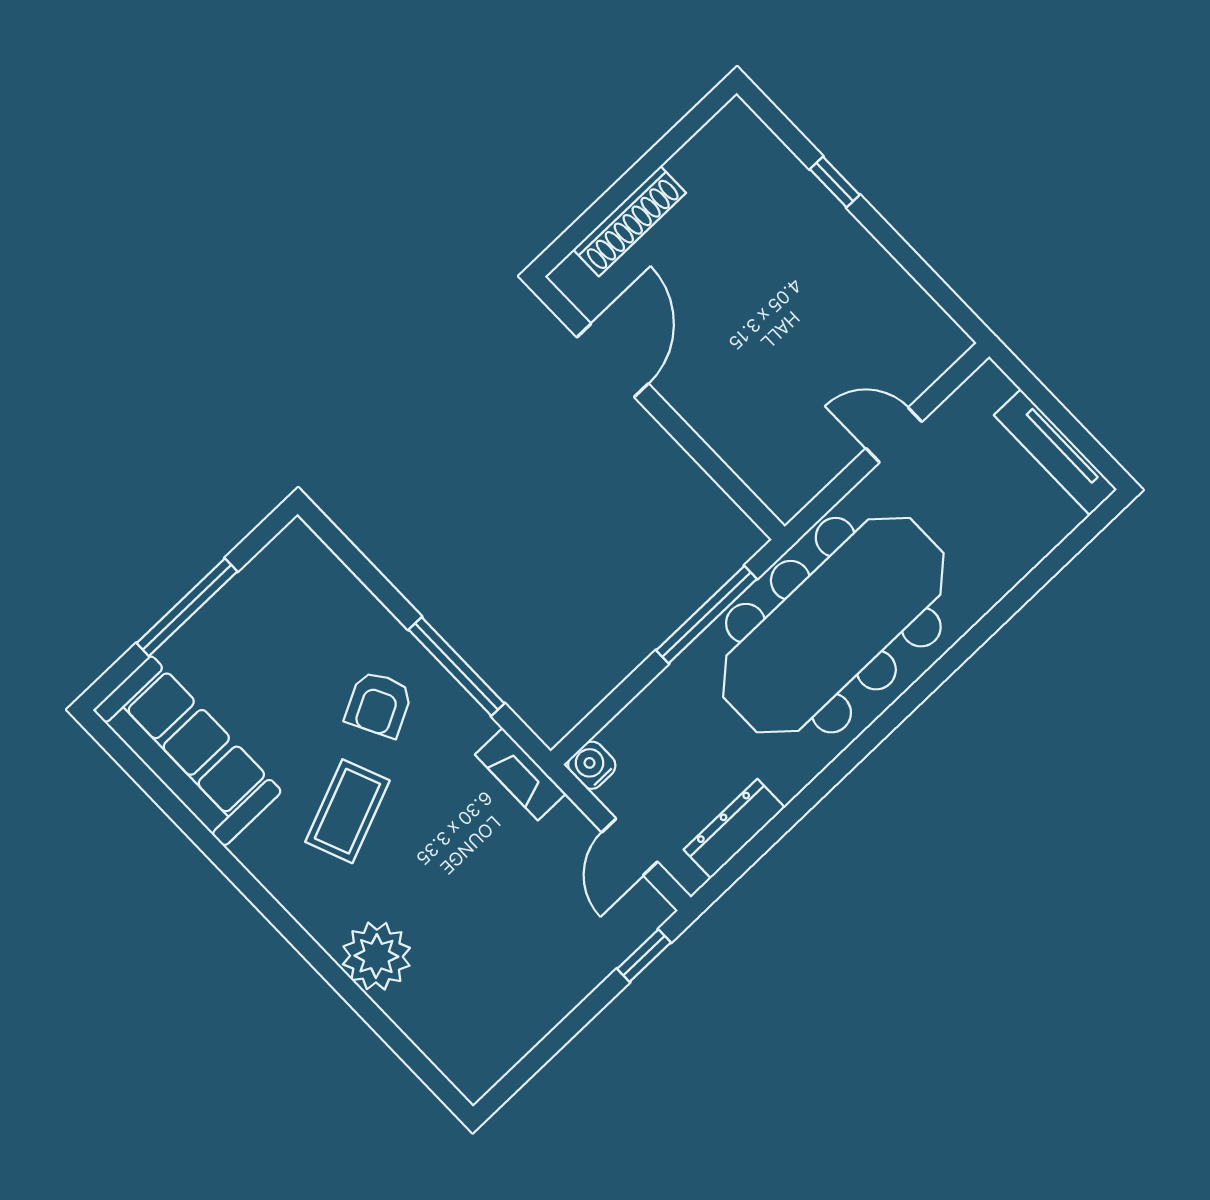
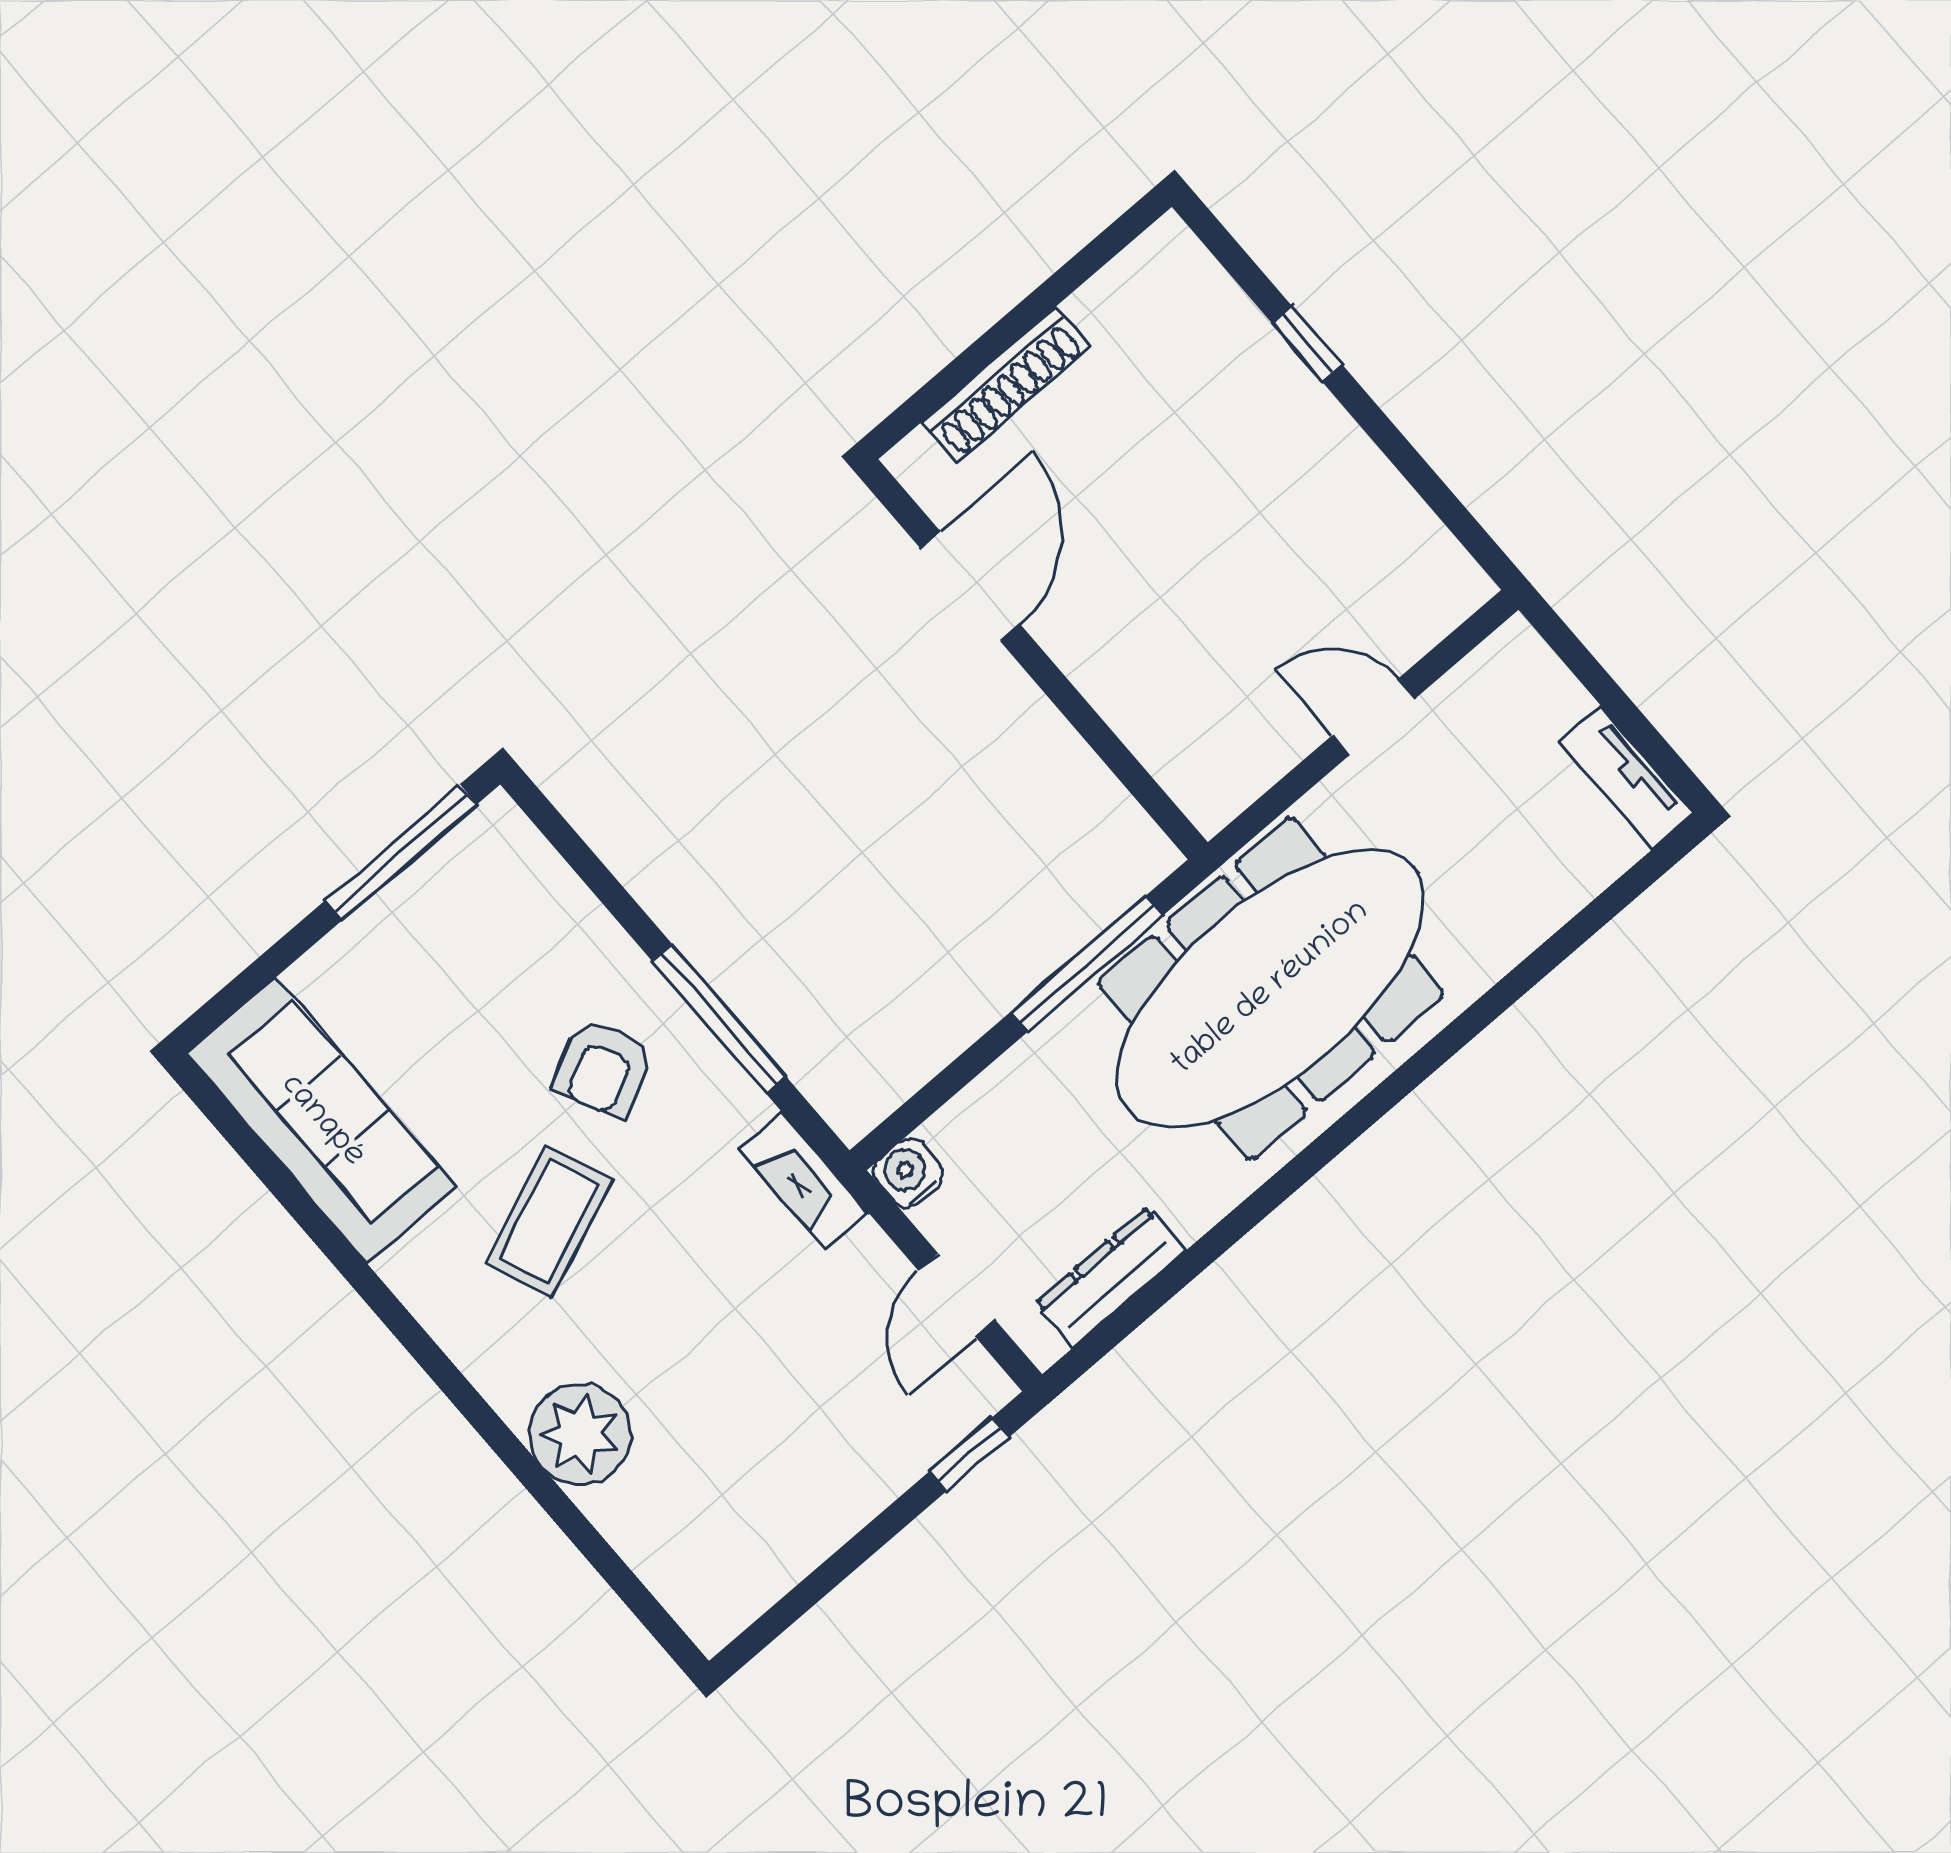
tv unit: (1055, 452) -> (1626, 777), width x0.71
window: (187, 607) -> (401, 853), moved

